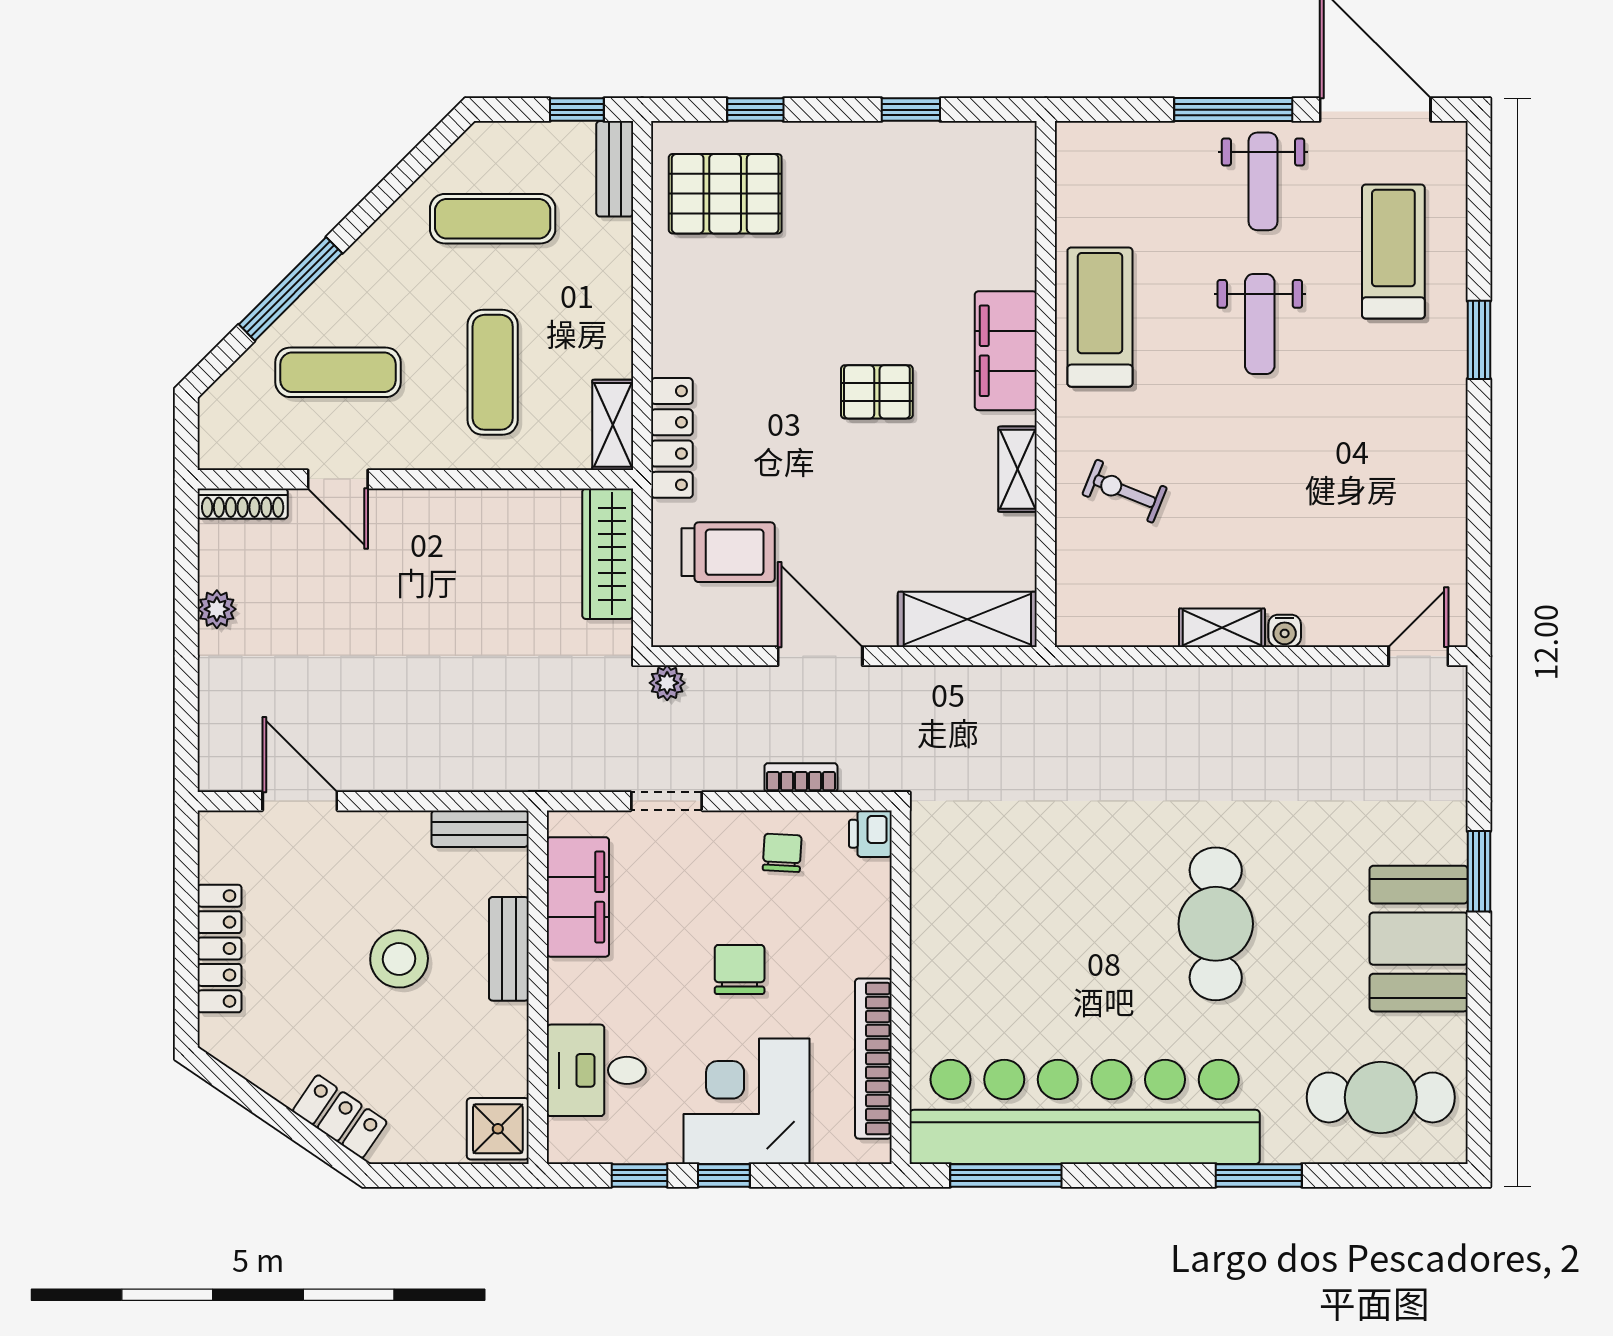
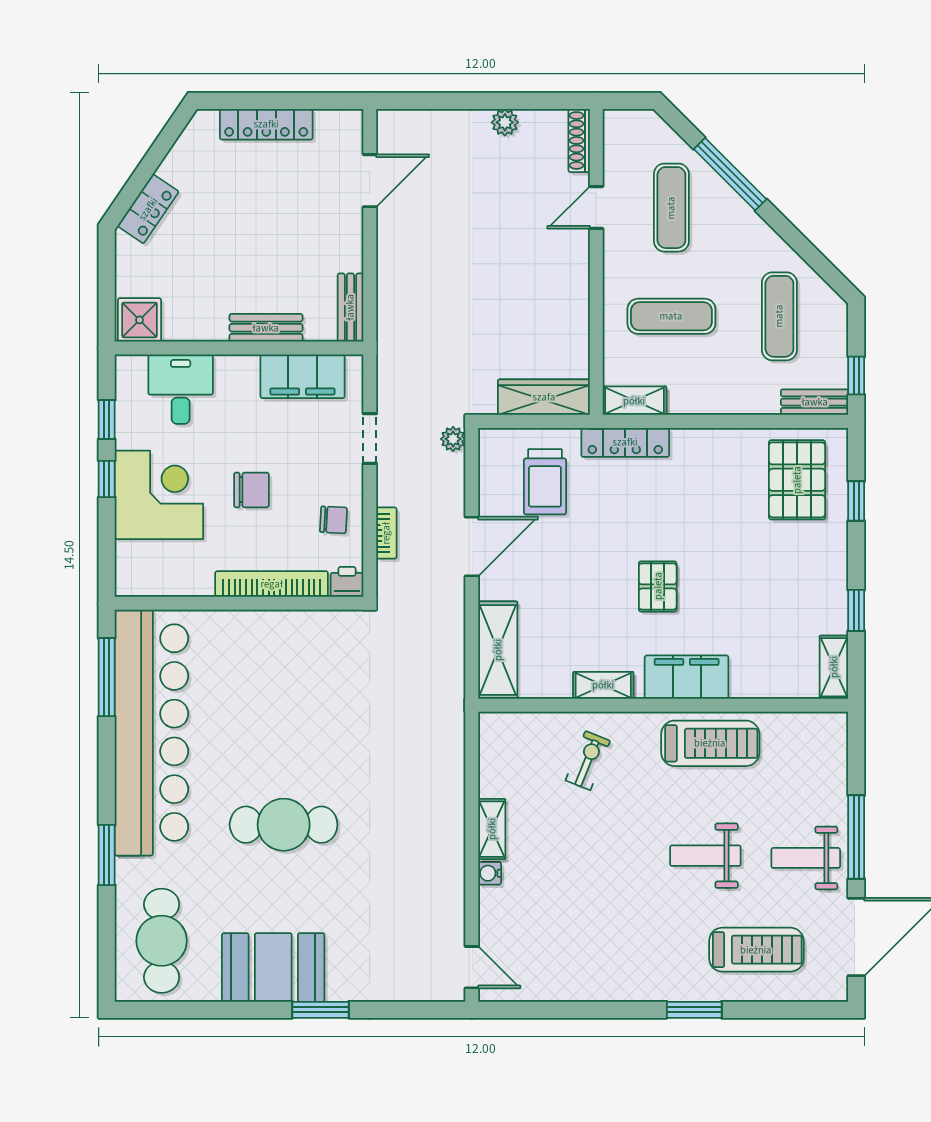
shelving: (992, 141) -> (834, 667), added
stool: (399, 959) -> (259, 250), removed
bookcase: (873, 1059) -> (272, 584), moved

